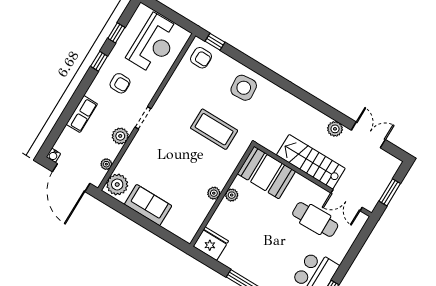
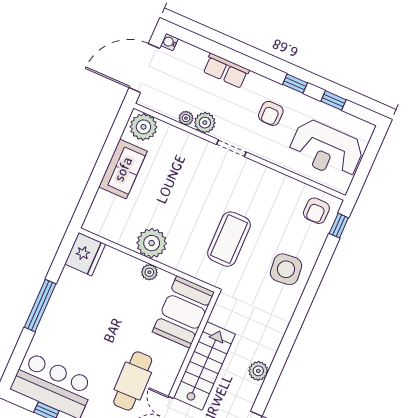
plant: (335, 129) -> (258, 371), moved
plant: (106, 164) -> (186, 118), moved
plant: (214, 193) -> (152, 243), width x1.87, depth x1.87

